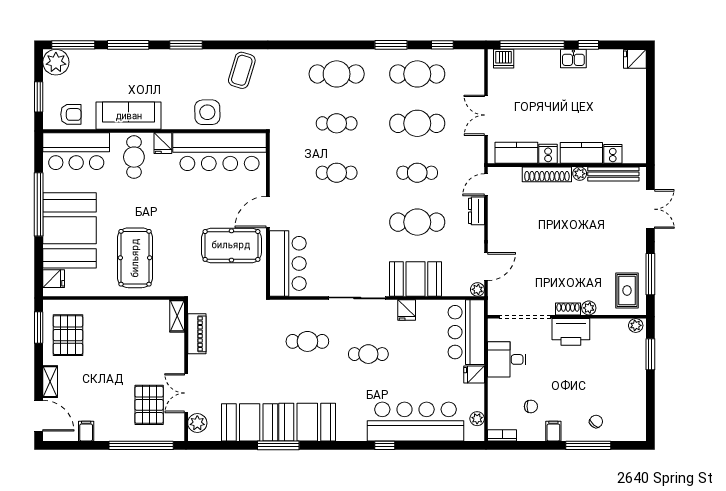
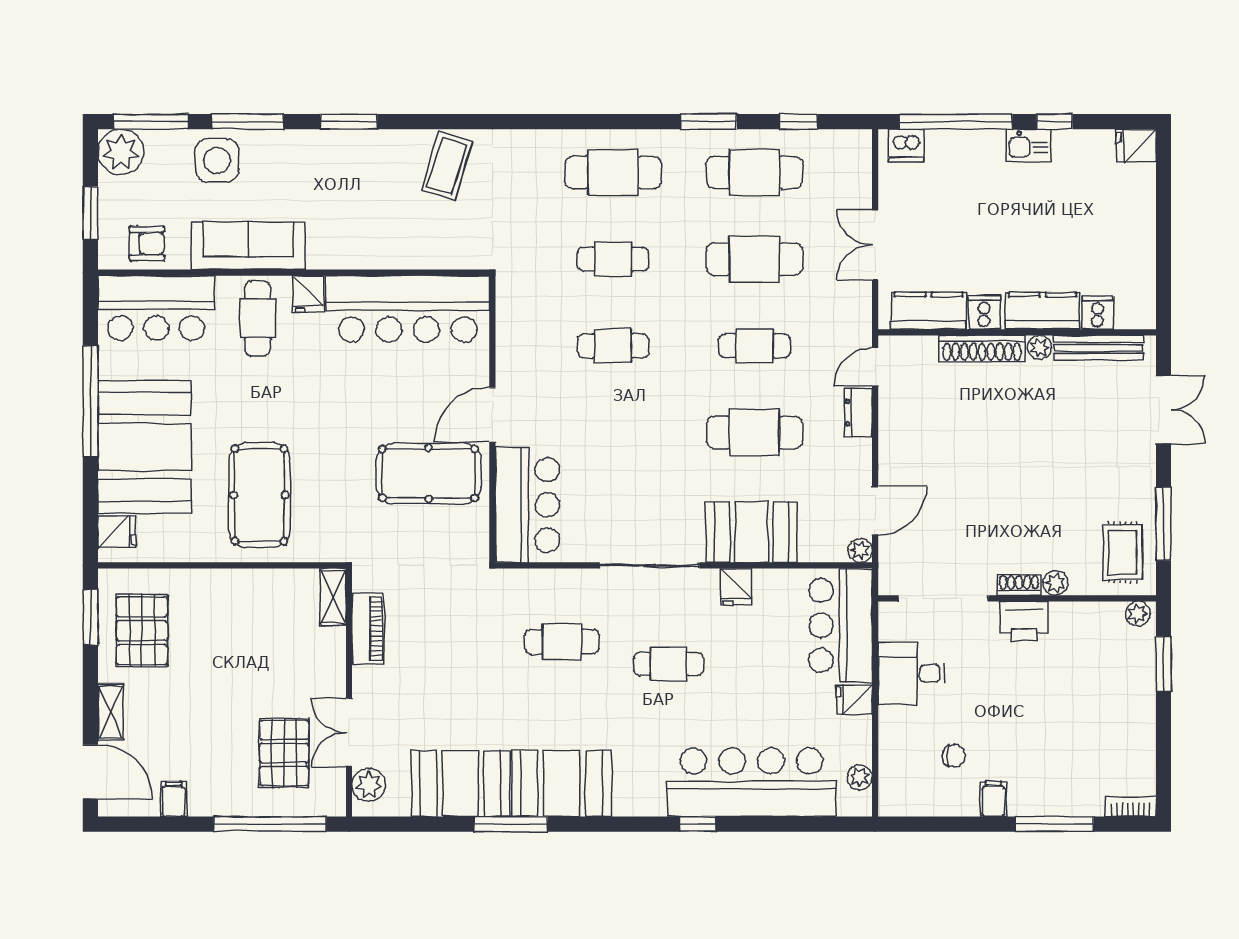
side table: (207, 112) -> (217, 161), moved
printer: (571, 332) -> (1024, 621), width x0.73, depth x0.84
chair: (596, 421) -> (1068, 782), removed
bookcase: (502, 435) -> (1131, 806), moved

